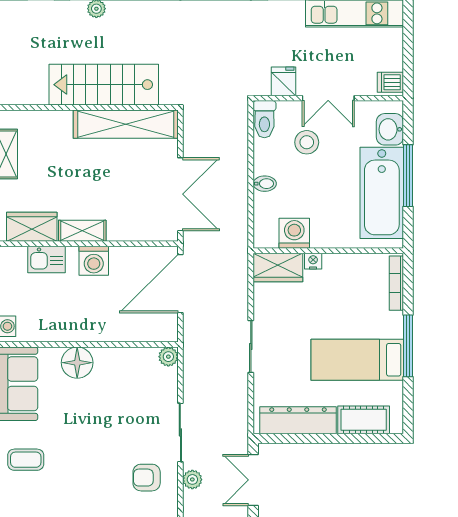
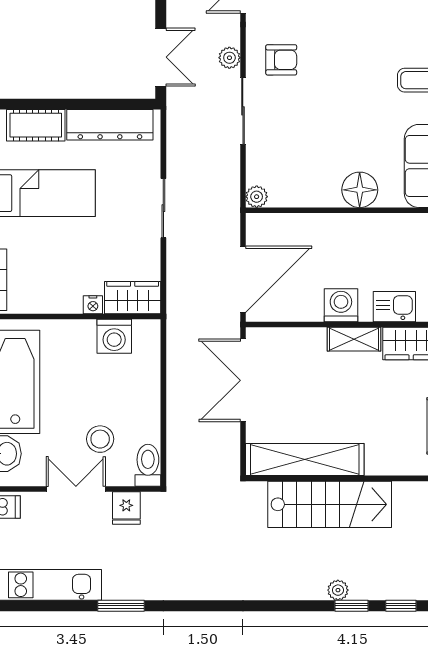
bidet: (265, 184) -> (148, 392), removed

